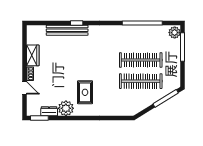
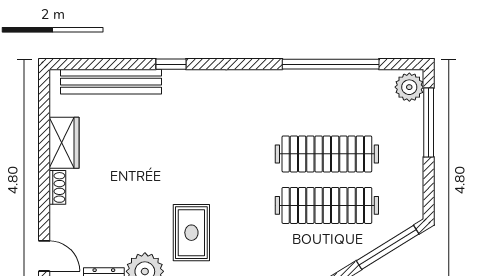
bench: (67, 30) -> (111, 82), moved
door: (25, 88) -> (44, 256), moved

